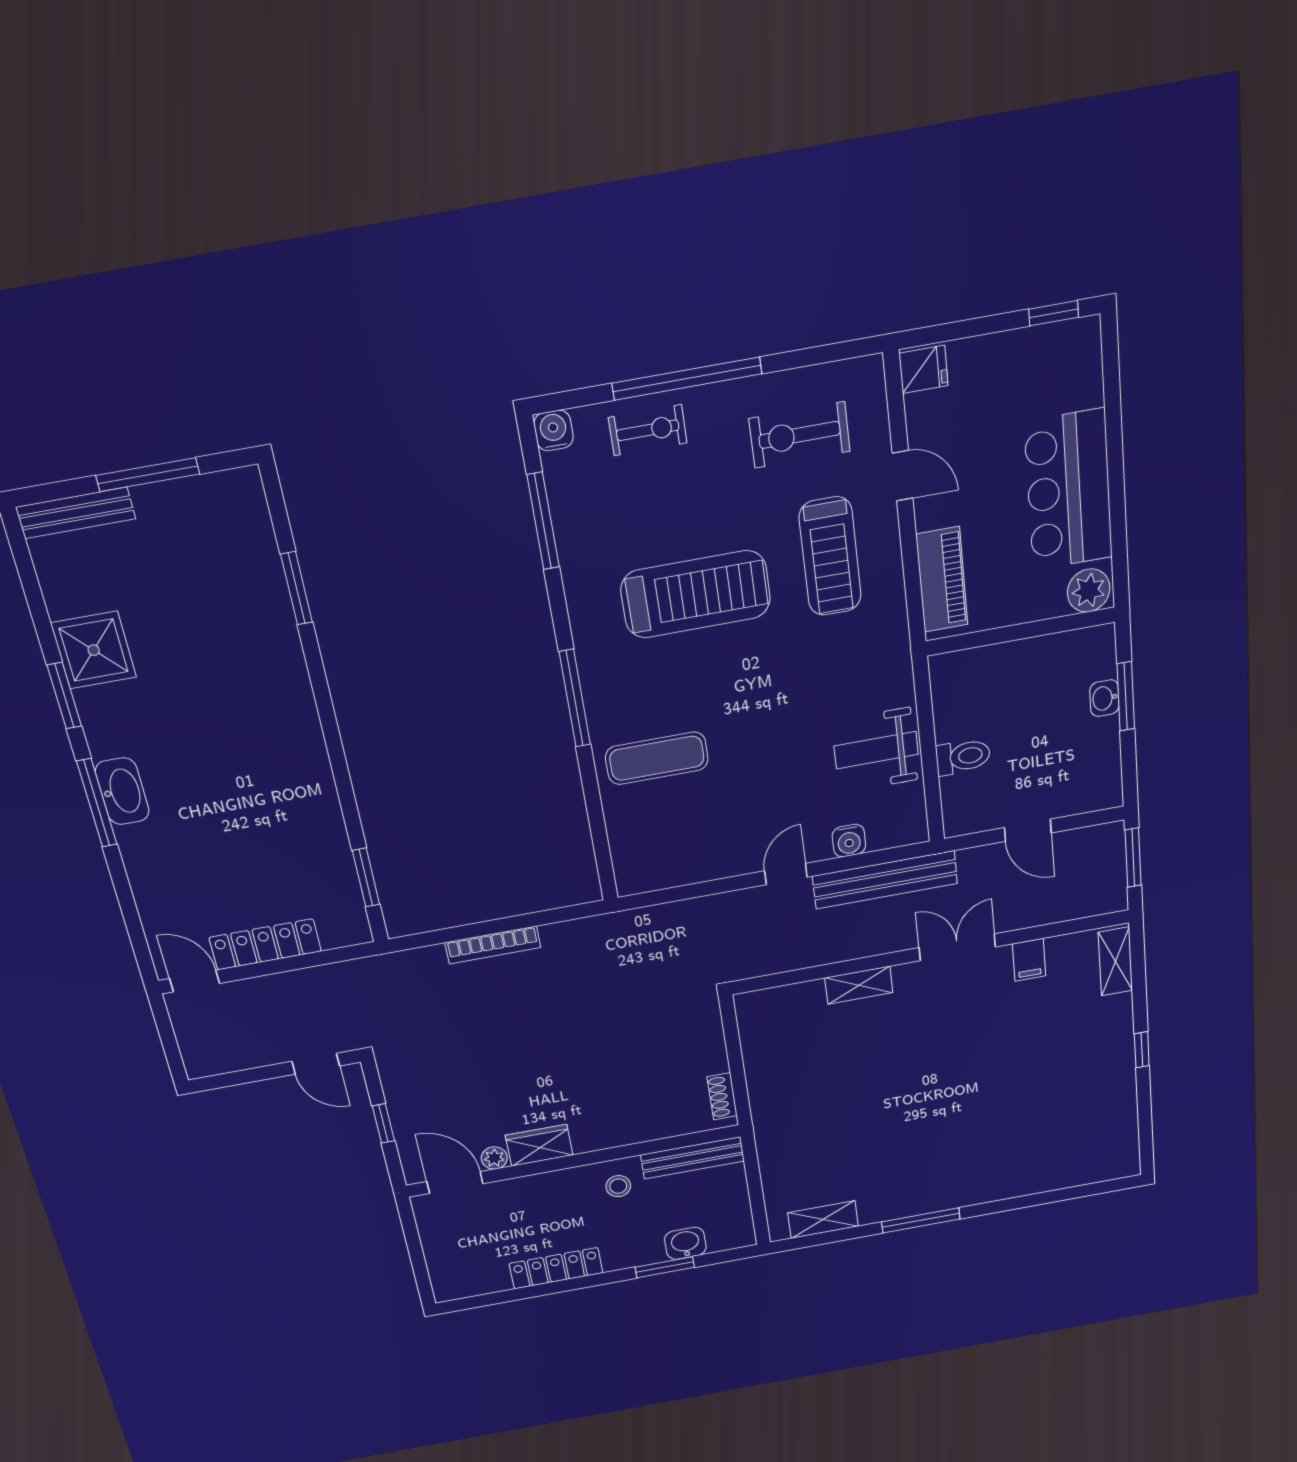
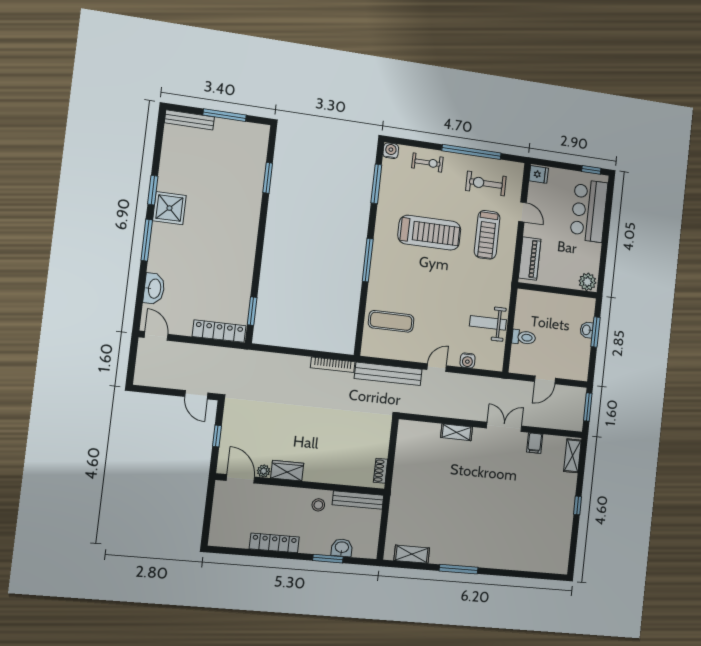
window: (687, 379) -> (472, 152), moved
bar counter: (1069, 490) -> (589, 211), moved
shower: (94, 650) -> (169, 208), moved
exercise mat: (657, 758) -> (391, 321), moved
washbasin: (122, 791) -> (154, 289), moved
door: (1028, 830) -> (545, 380), hinge flipped
bench: (885, 880) -> (388, 374), moved
locker: (265, 944) -> (219, 331), moved
bookcase: (493, 945) -> (333, 365), moved

